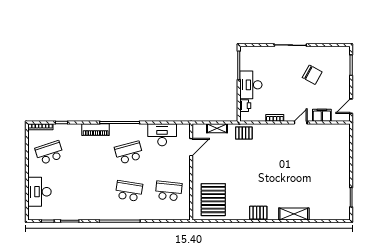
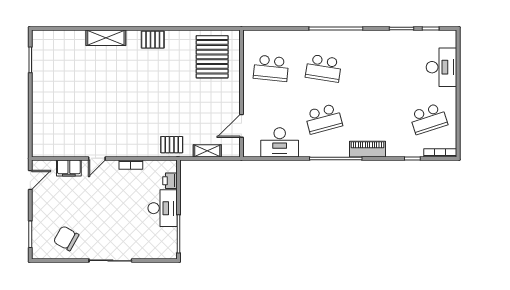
chair: (312, 75) -> (66, 238), moved

